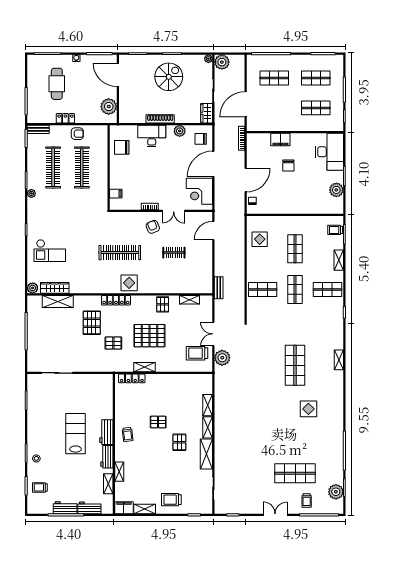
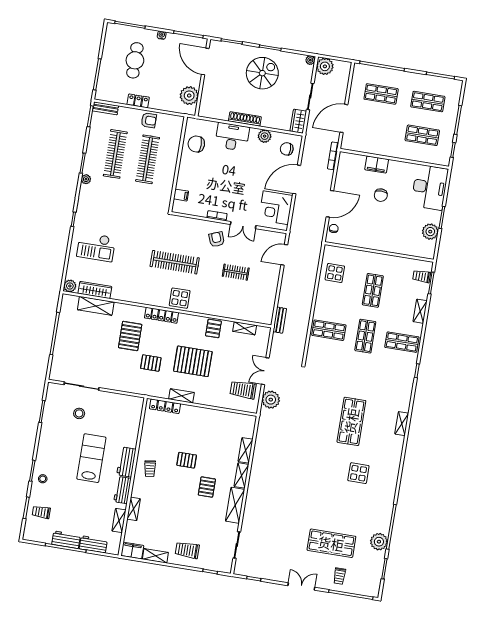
stool: (59, 397) -> (79, 413), added
plant: (336, 492) -> (379, 542), moved

